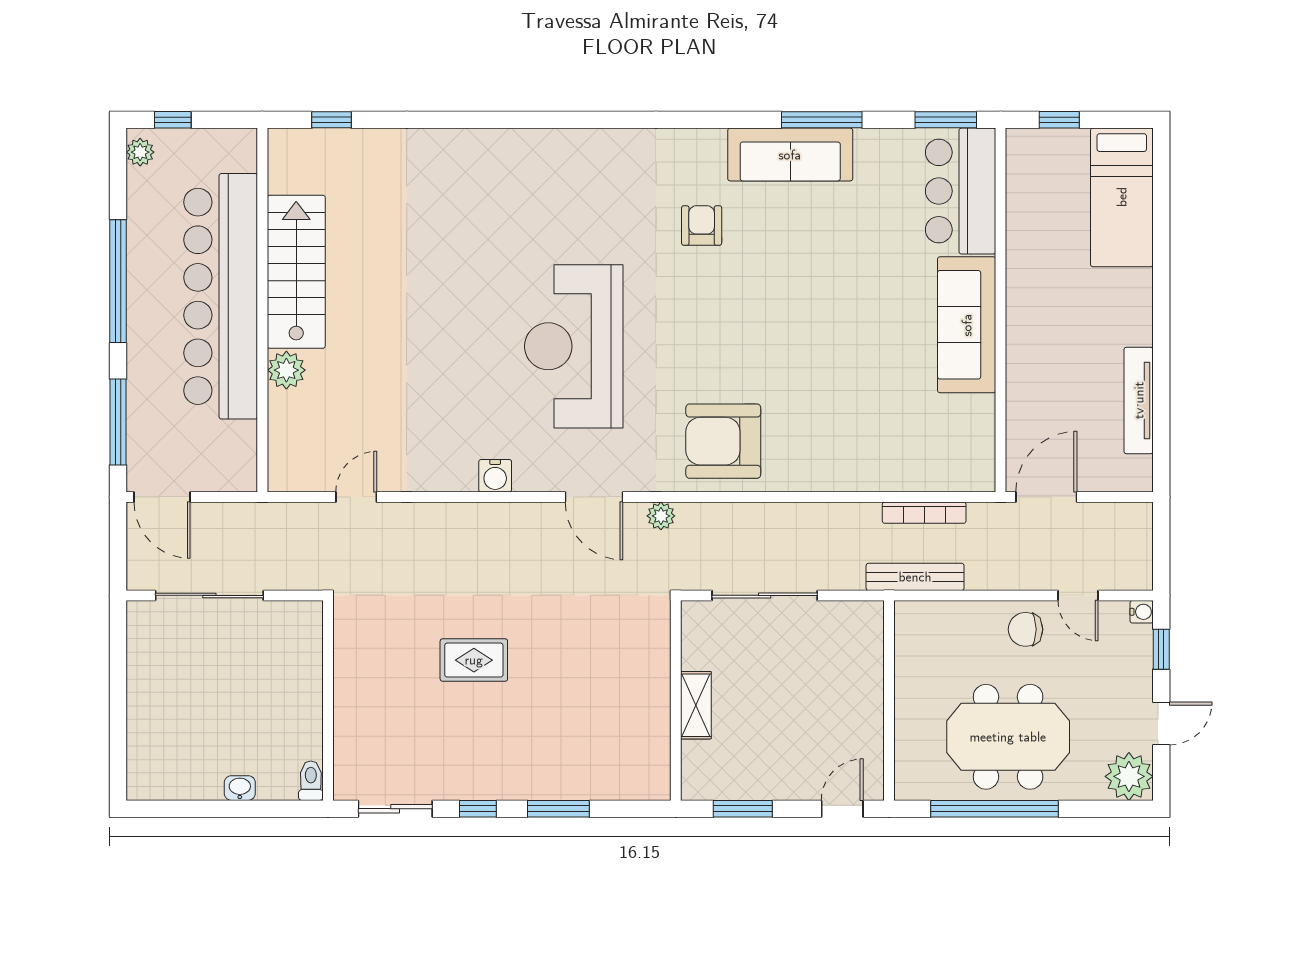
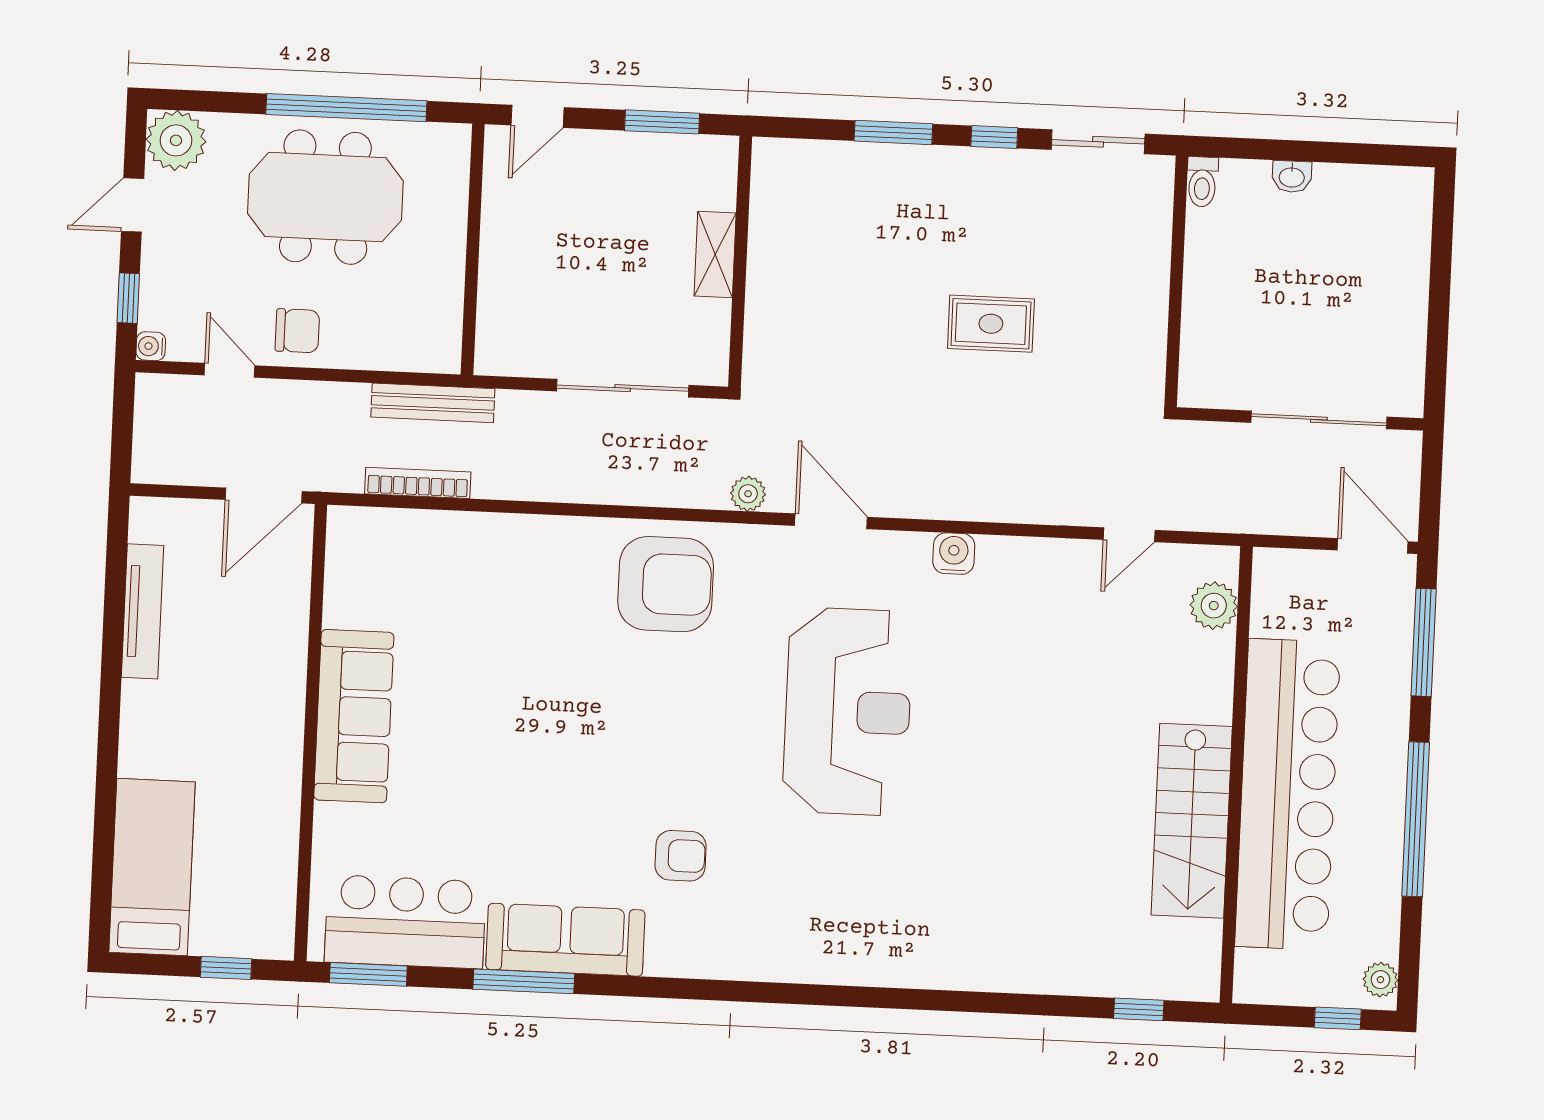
bar counter: (961, 191) -> (405, 922), moved, turned -90
armchair: (702, 225) -> (681, 856), turned -90
plant: (286, 370) -> (1214, 606), moved

